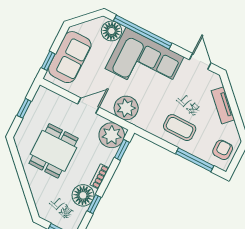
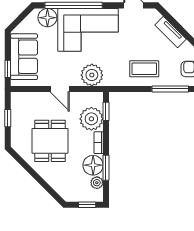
door: (88, 106) -> (60, 89), swing flipped
plant: (112, 135) -> (91, 119), moved
window: (94, 204) -> (106, 168), width x1.50
plant: (78, 214) -> (97, 183), added

